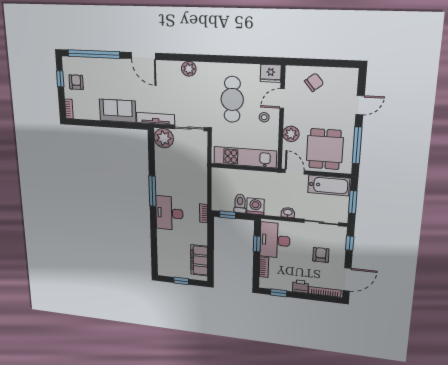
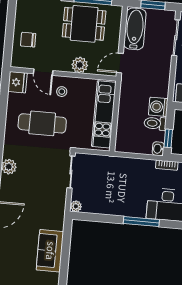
chair: (314, 82) -> (28, 40), turned -51
tv unit: (156, 119) -> (60, 209), removed
plant: (164, 138) -> (76, 206), width x0.53, depth x0.53
dining table: (325, 149) -> (84, 24), moved
washbasin: (288, 213) -> (158, 149), moved

